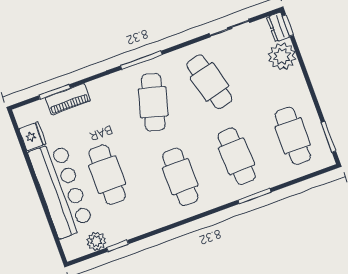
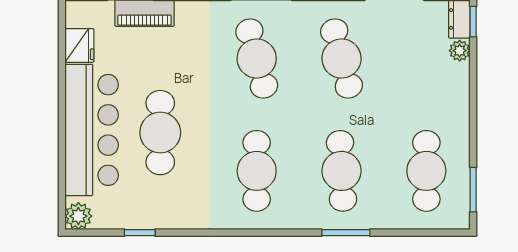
plant: (282, 56) -> (460, 51), width x0.53, depth x0.53
cafe table: (153, 102) -> (257, 59), turned -30
plant: (96, 241) -> (78, 216), moved

